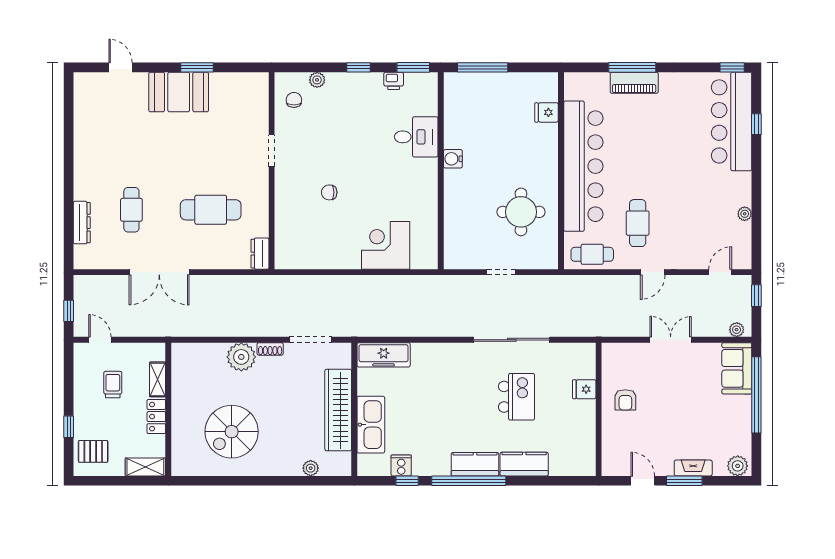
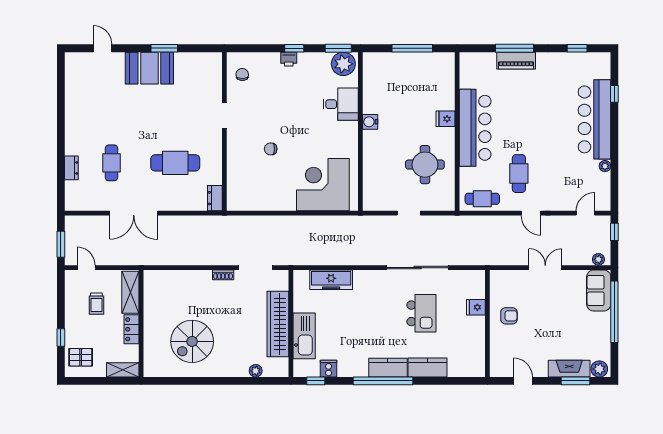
window: (483, 67) -> (412, 48), moved
window: (732, 67) -> (577, 48), moved
plant: (317, 80) -> (343, 64), moved, width x1.87, depth x1.87
printer: (394, 81) -> (289, 59), moved
fridge: (547, 112) -> (446, 119), moved
bar counter: (732, 121) -> (594, 119), moved
bar counter: (583, 166) -> (475, 128), width x0.73
dresser: (82, 223) -> (71, 168), width x0.70
corner desk: (386, 245) -> (323, 185), width x1.36, depth x1.36
door: (653, 272) -> (531, 213), hinge flipped
window: (69, 311) -> (61, 244), width x1.50
freezer: (384, 355) -> (331, 280), moved
plant: (241, 357) -> (200, 281), removed
shelving: (158, 379) -> (130, 292), width x1.50, depth x1.33
trolley: (113, 385) -> (96, 304), turned 180
armchair: (625, 400) -> (509, 316), turned -90
fireplace: (693, 468) -> (569, 369), width x1.37, depth x1.32
window: (407, 481) -> (316, 381), moved
window: (684, 481) -> (576, 381), moved

